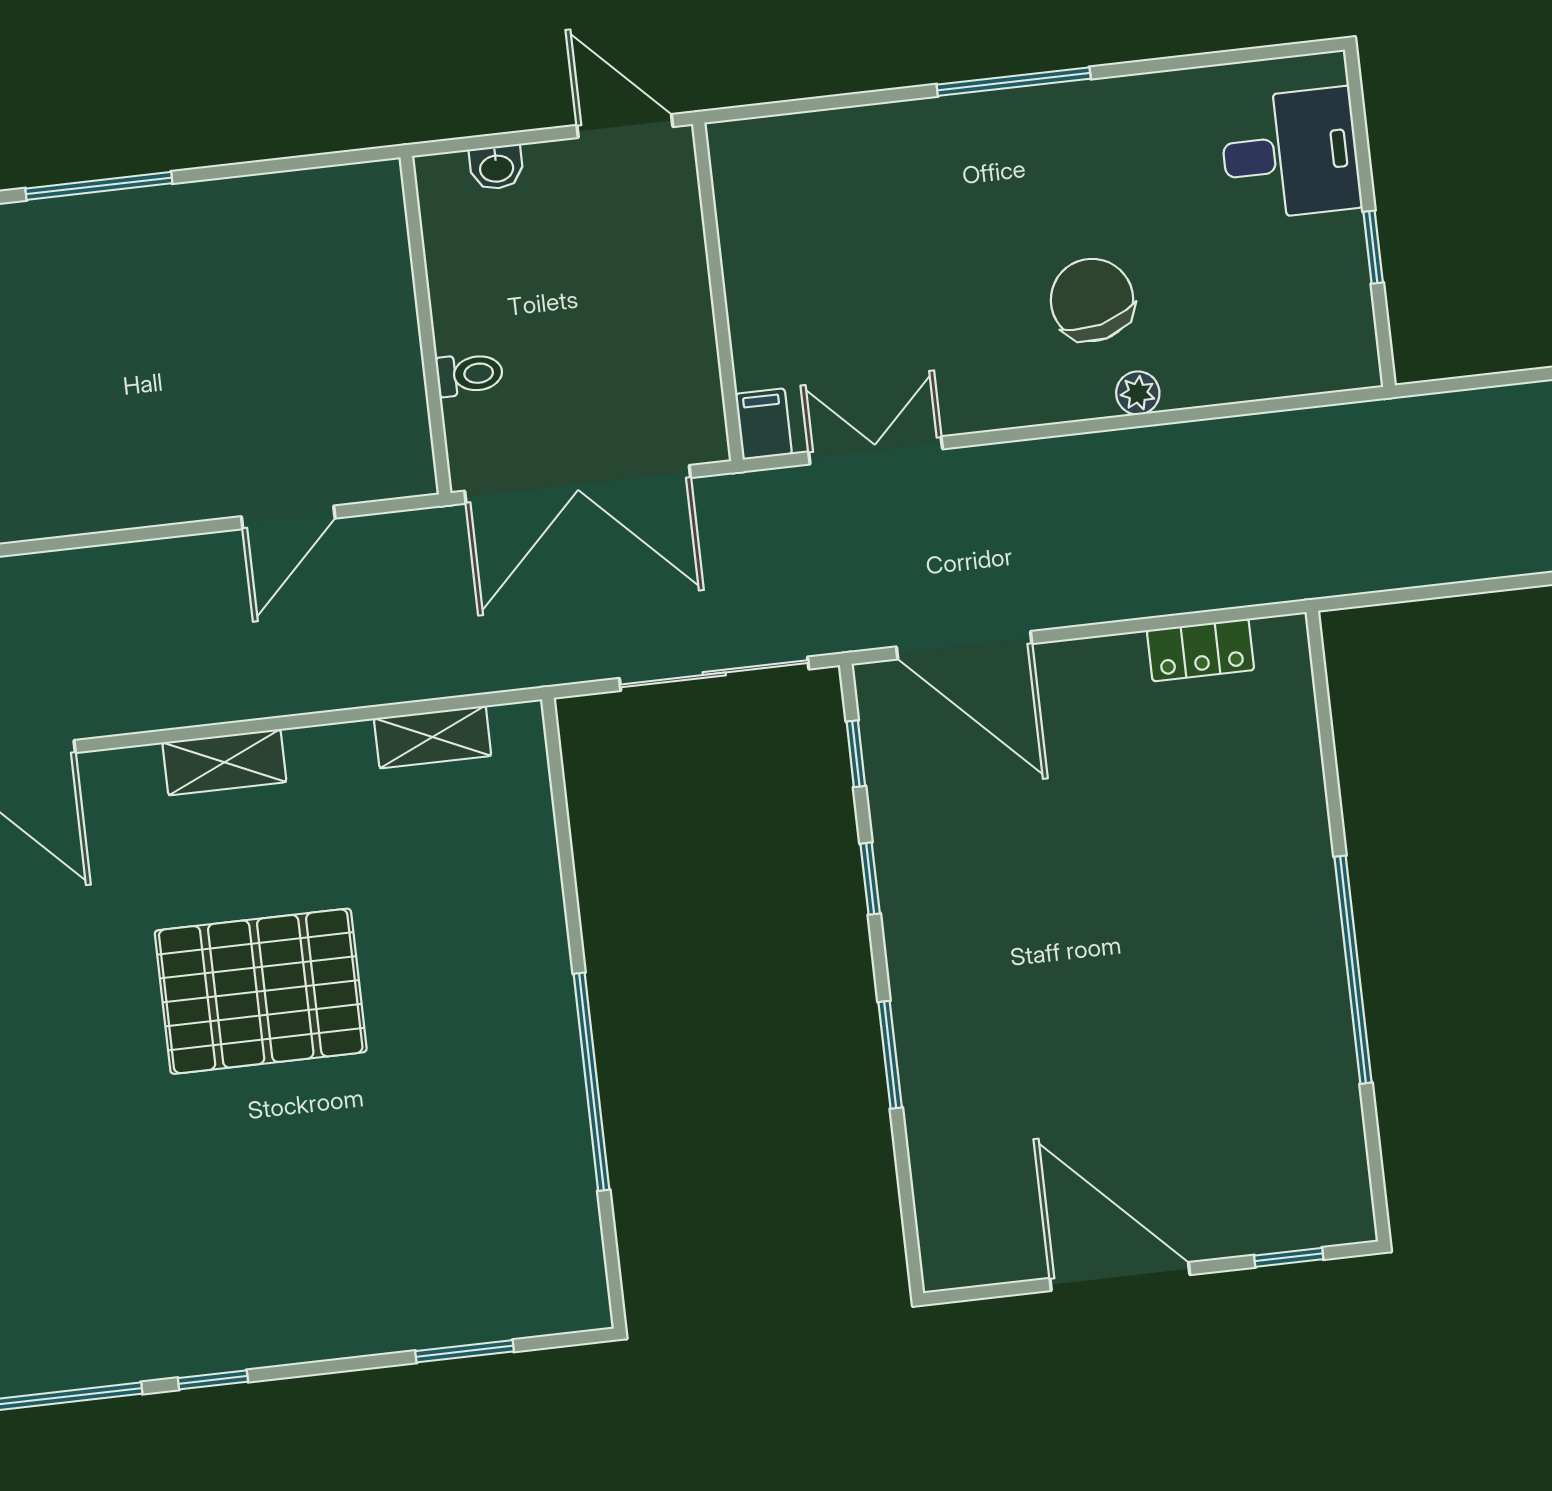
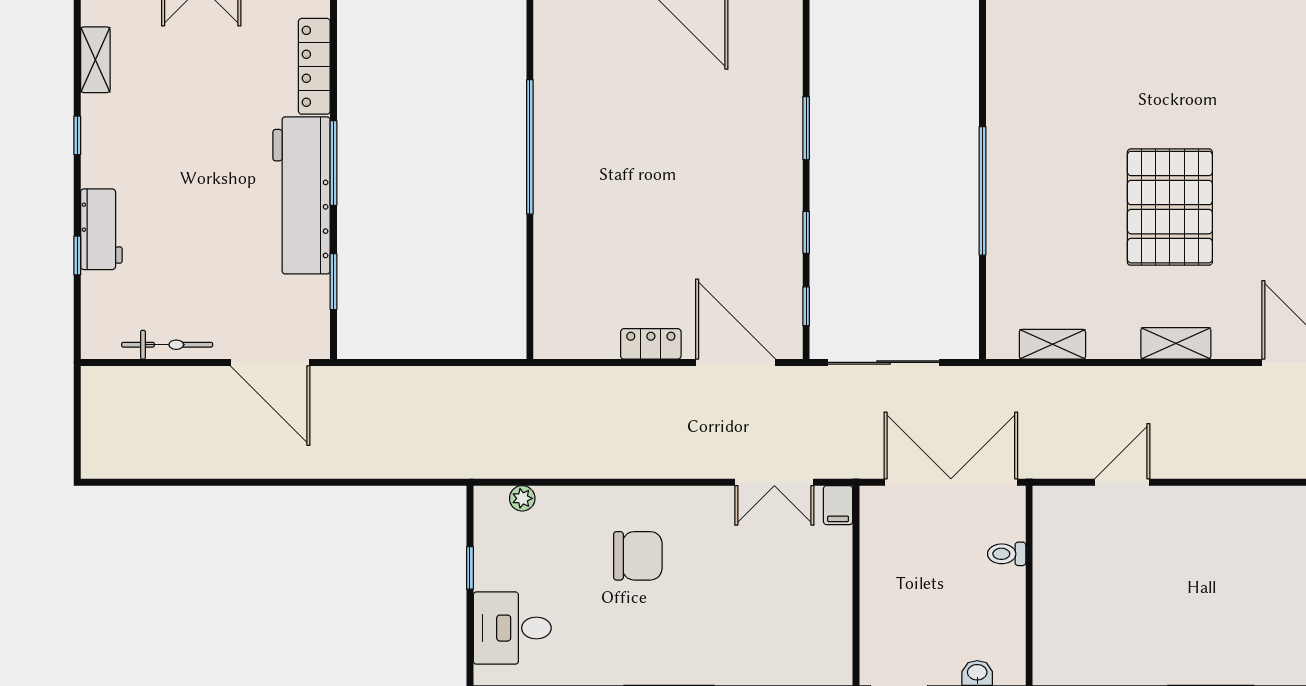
chair: (1092, 300) -> (638, 556), turned -76
plant: (1138, 393) -> (522, 498), moved
locker: (1201, 650) -> (651, 344), moved
pallet: (261, 991) -> (1170, 207), turned 90
window: (591, 1082) -> (982, 191), moved

